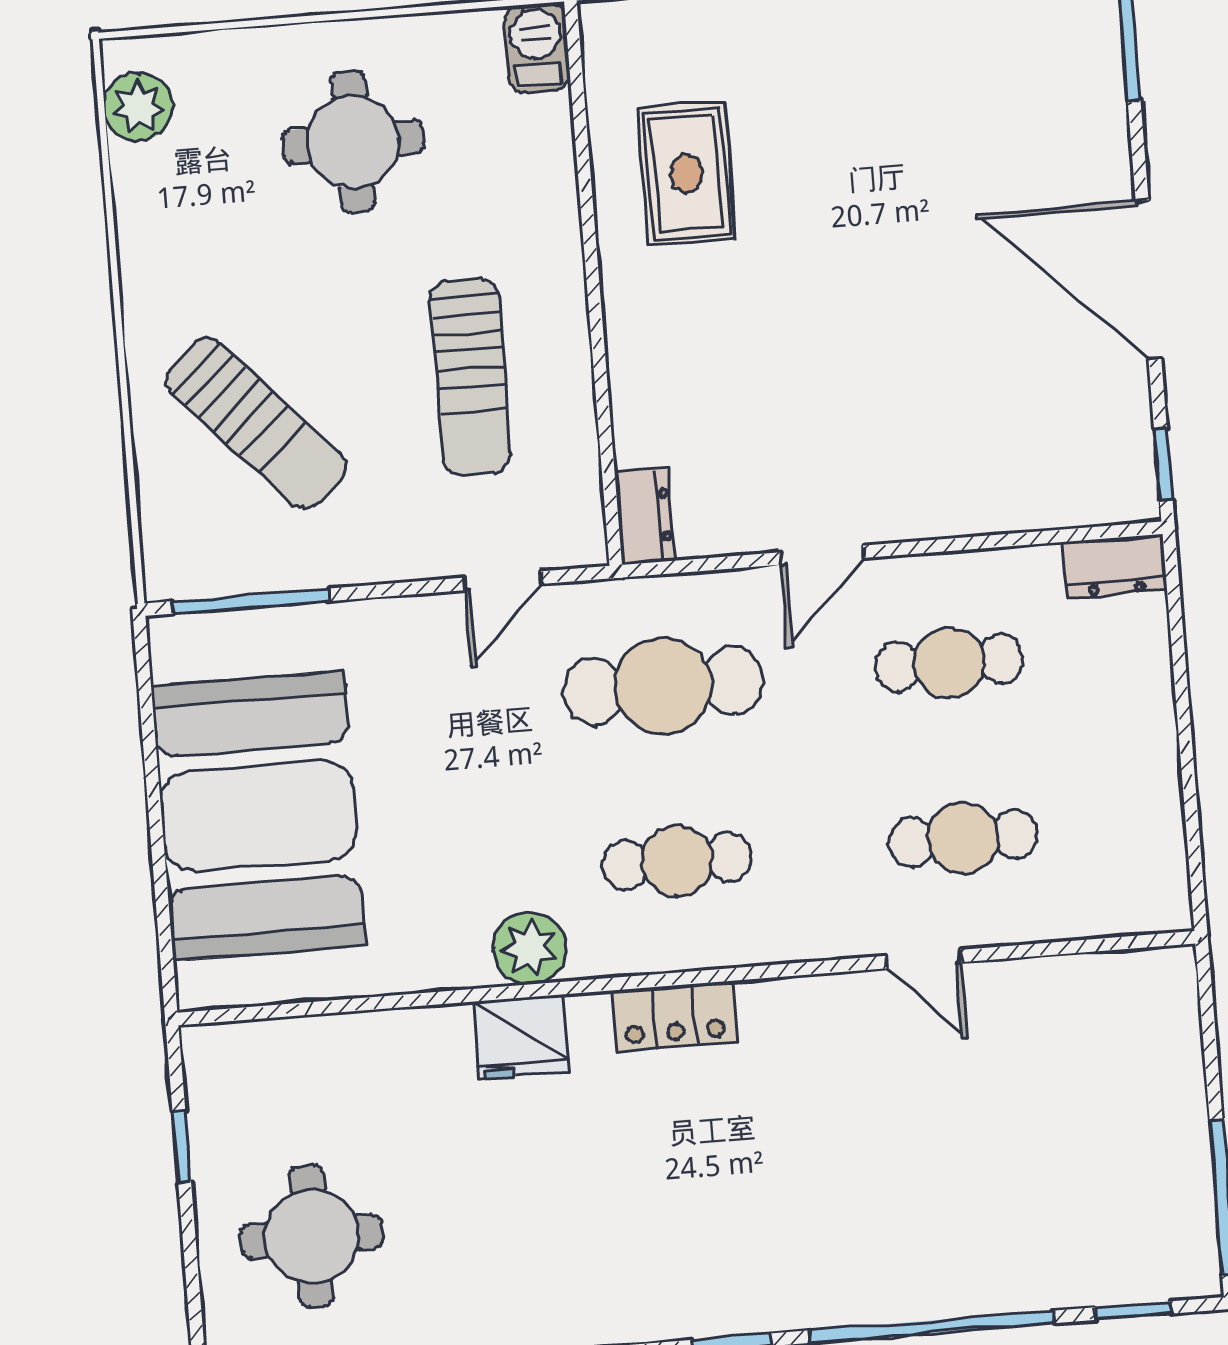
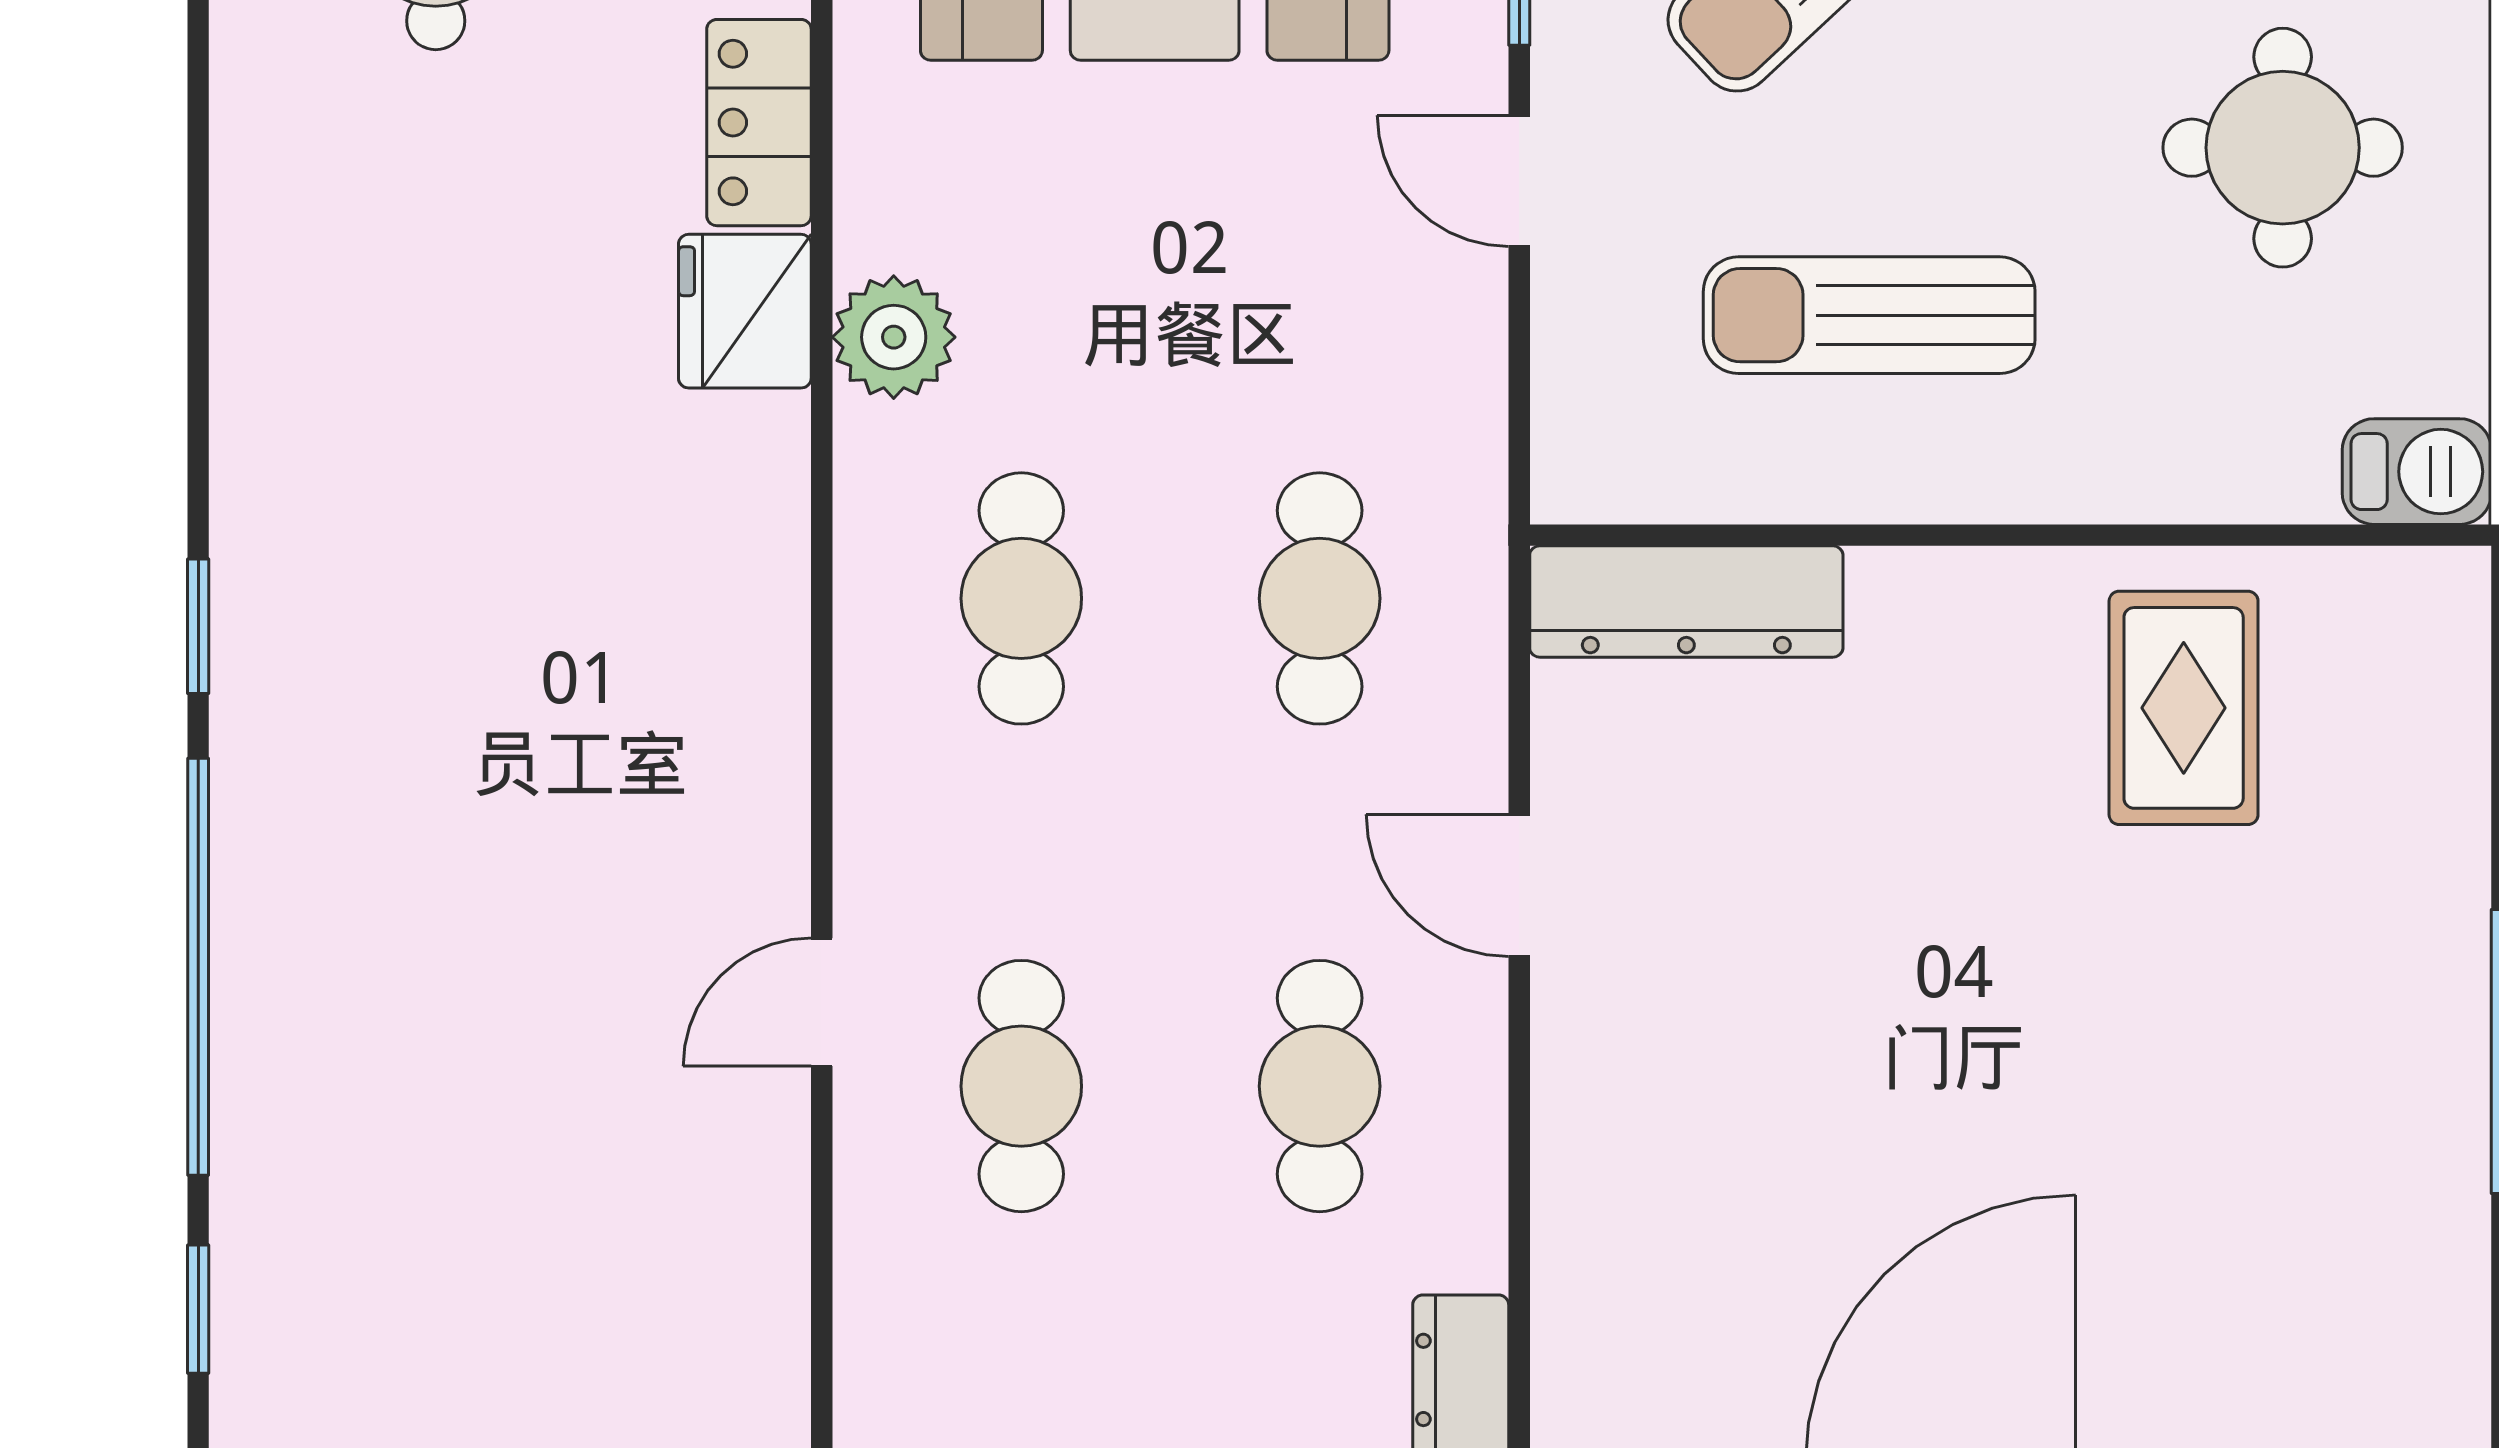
rug: (686, 174) -> (2184, 708), turned 90
dresser: (645, 516) -> (1686, 601), width x1.96, depth x1.24
door: (503, 581) -> (1519, 181), moved
cafe table: (663, 686) -> (1320, 598), width x0.73, depth x0.74
locker: (674, 1016) -> (759, 123), moved

